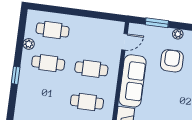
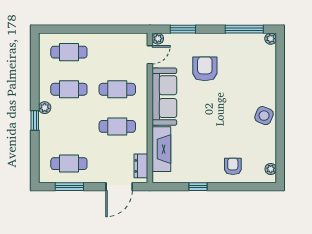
plant: (178, 34) -> (158, 39), moved
plant: (29, 44) -> (45, 108), moved
window: (16, 75) -> (35, 120), moved

